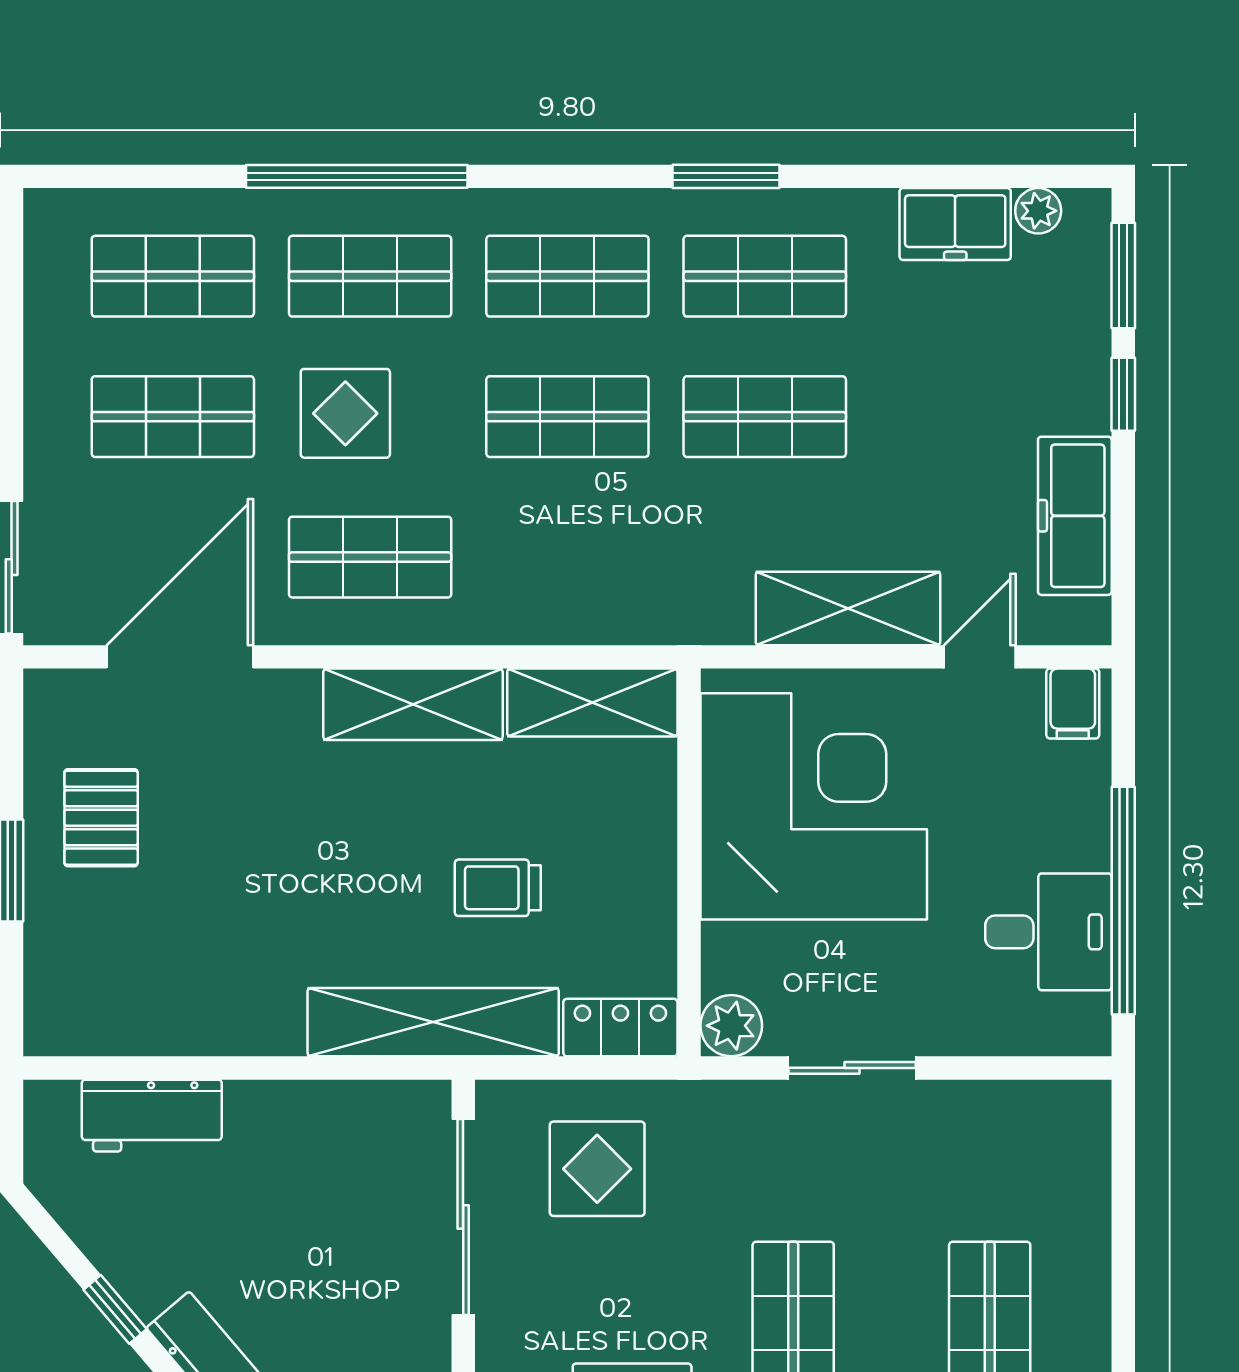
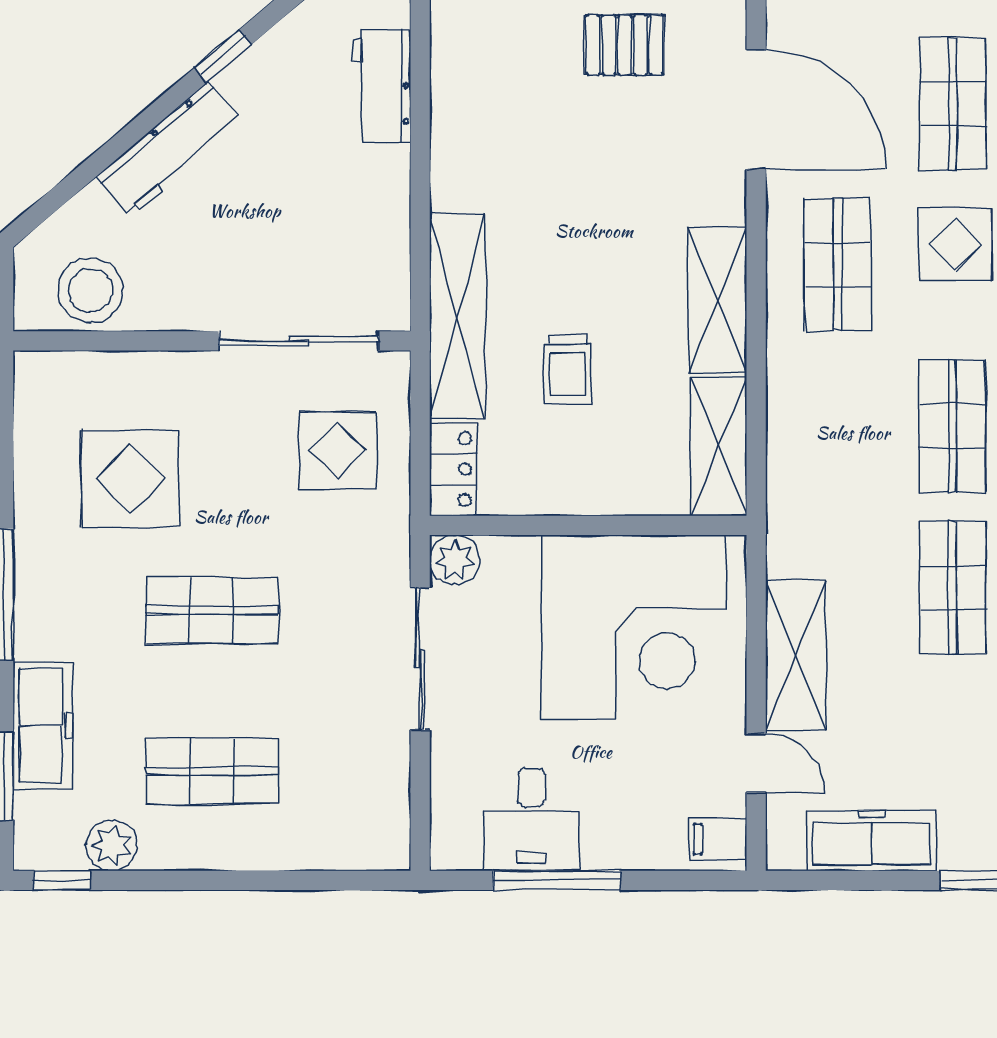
trolley: (498, 888) -> (567, 369), turned 180
window: (1123, 901) -> (557, 880), width x0.68
sliding door: (852, 1068) -> (420, 659), width x1.37

